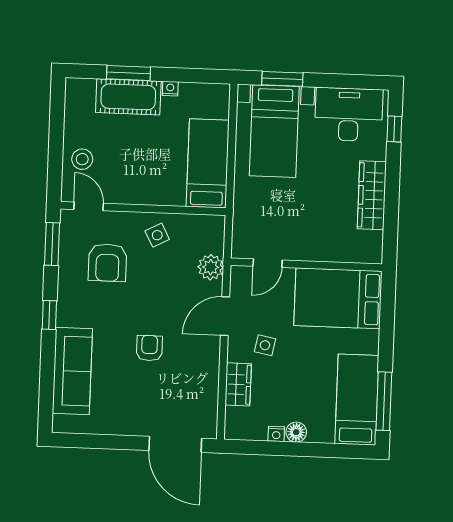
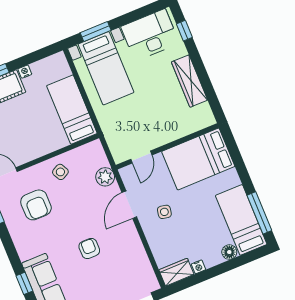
window: (49, 315) -> (24, 283), moved
wardrobe: (238, 384) -> (176, 272), moved, turned -90
floor lamp: (296, 432) -> (229, 252), moved

